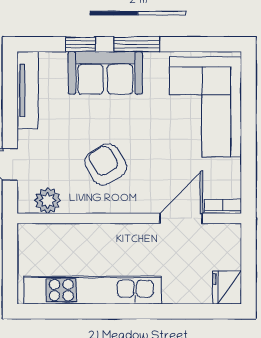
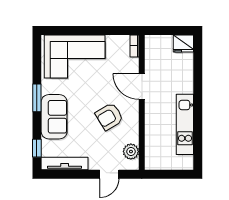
window: (81, 44) -> (37, 148), moved
door: (181, 218) -> (142, 87), moved
kitchen unit: (93, 290) -> (185, 124), width x0.73

